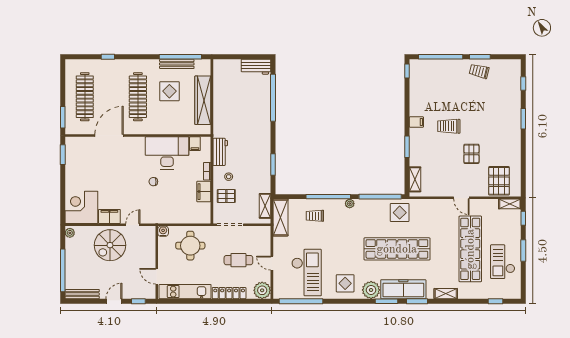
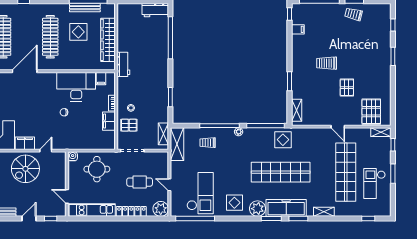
filing cabinet: (416, 122) -> (298, 29), moved
workbench: (220, 152) -> (123, 64), moved

